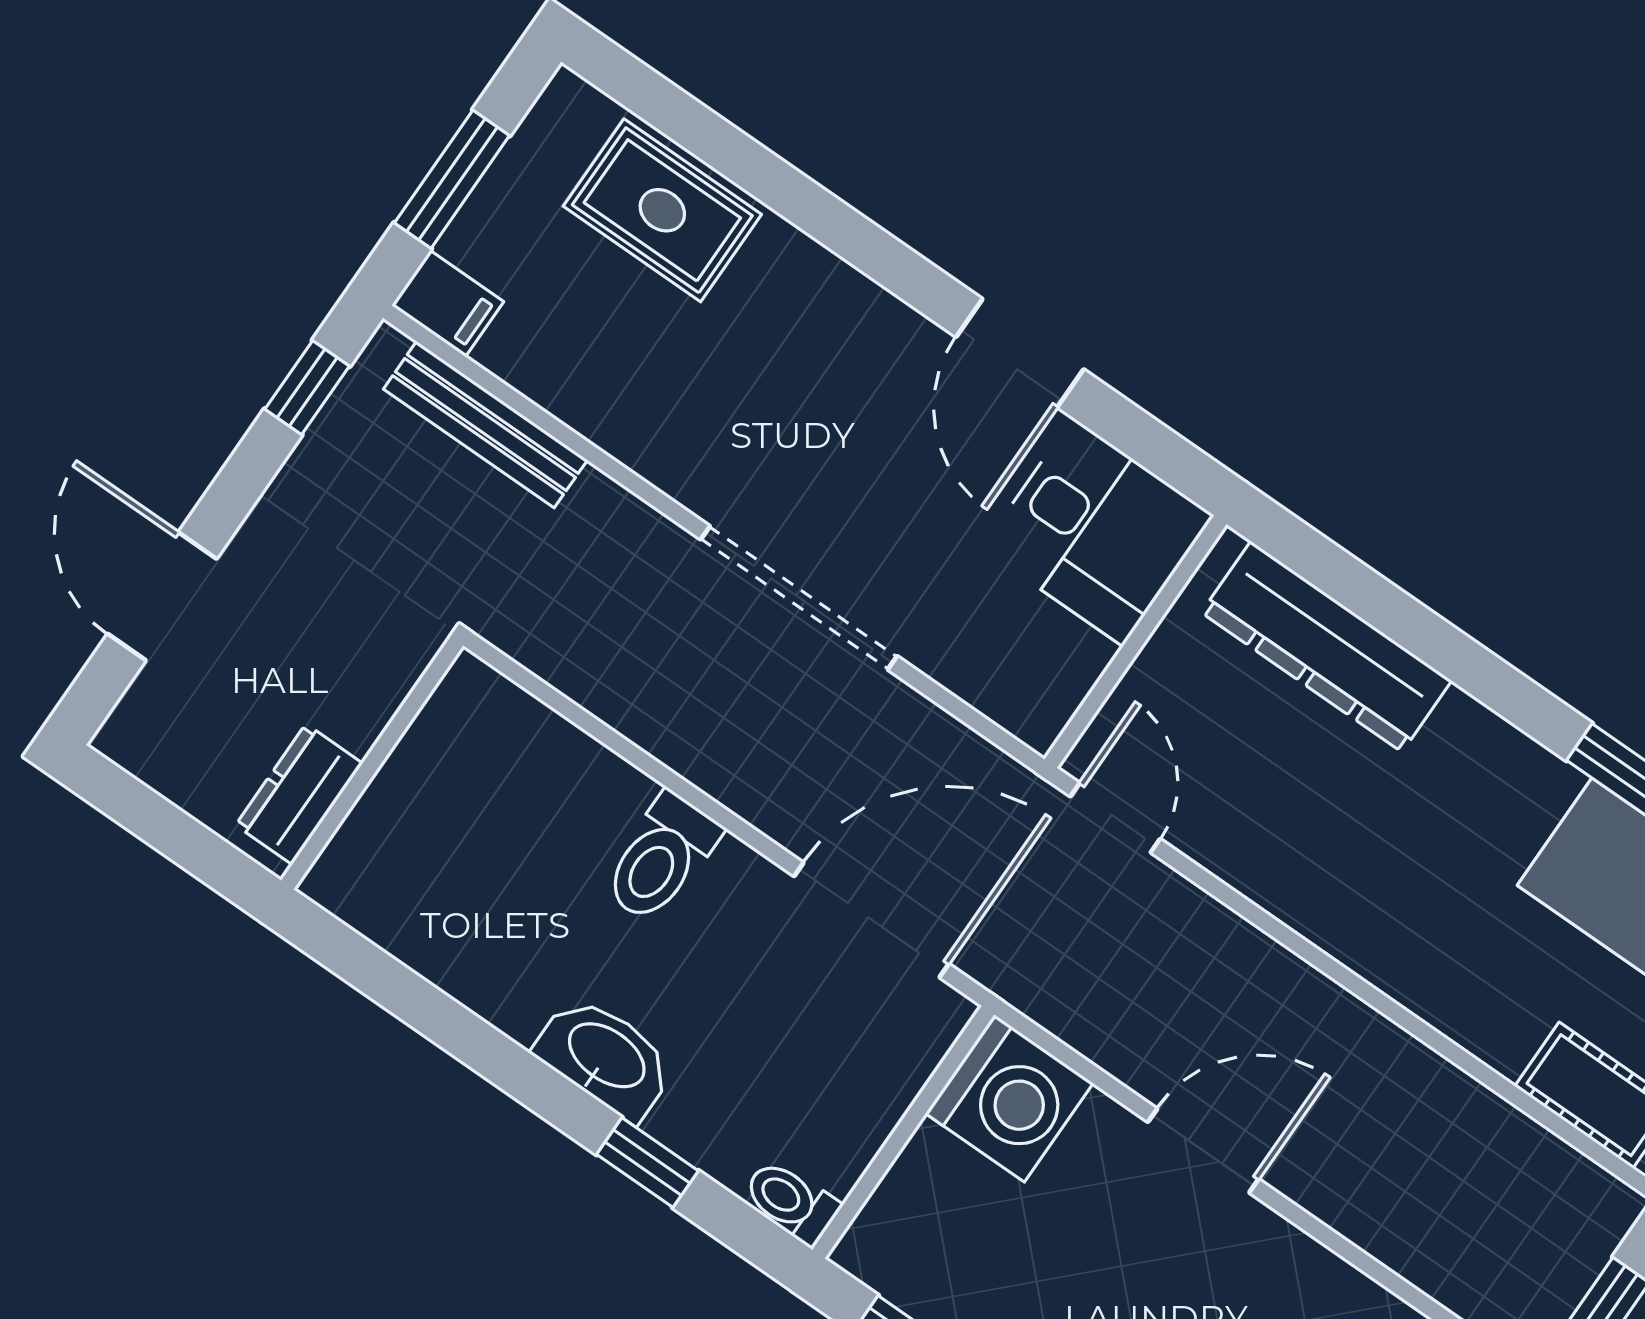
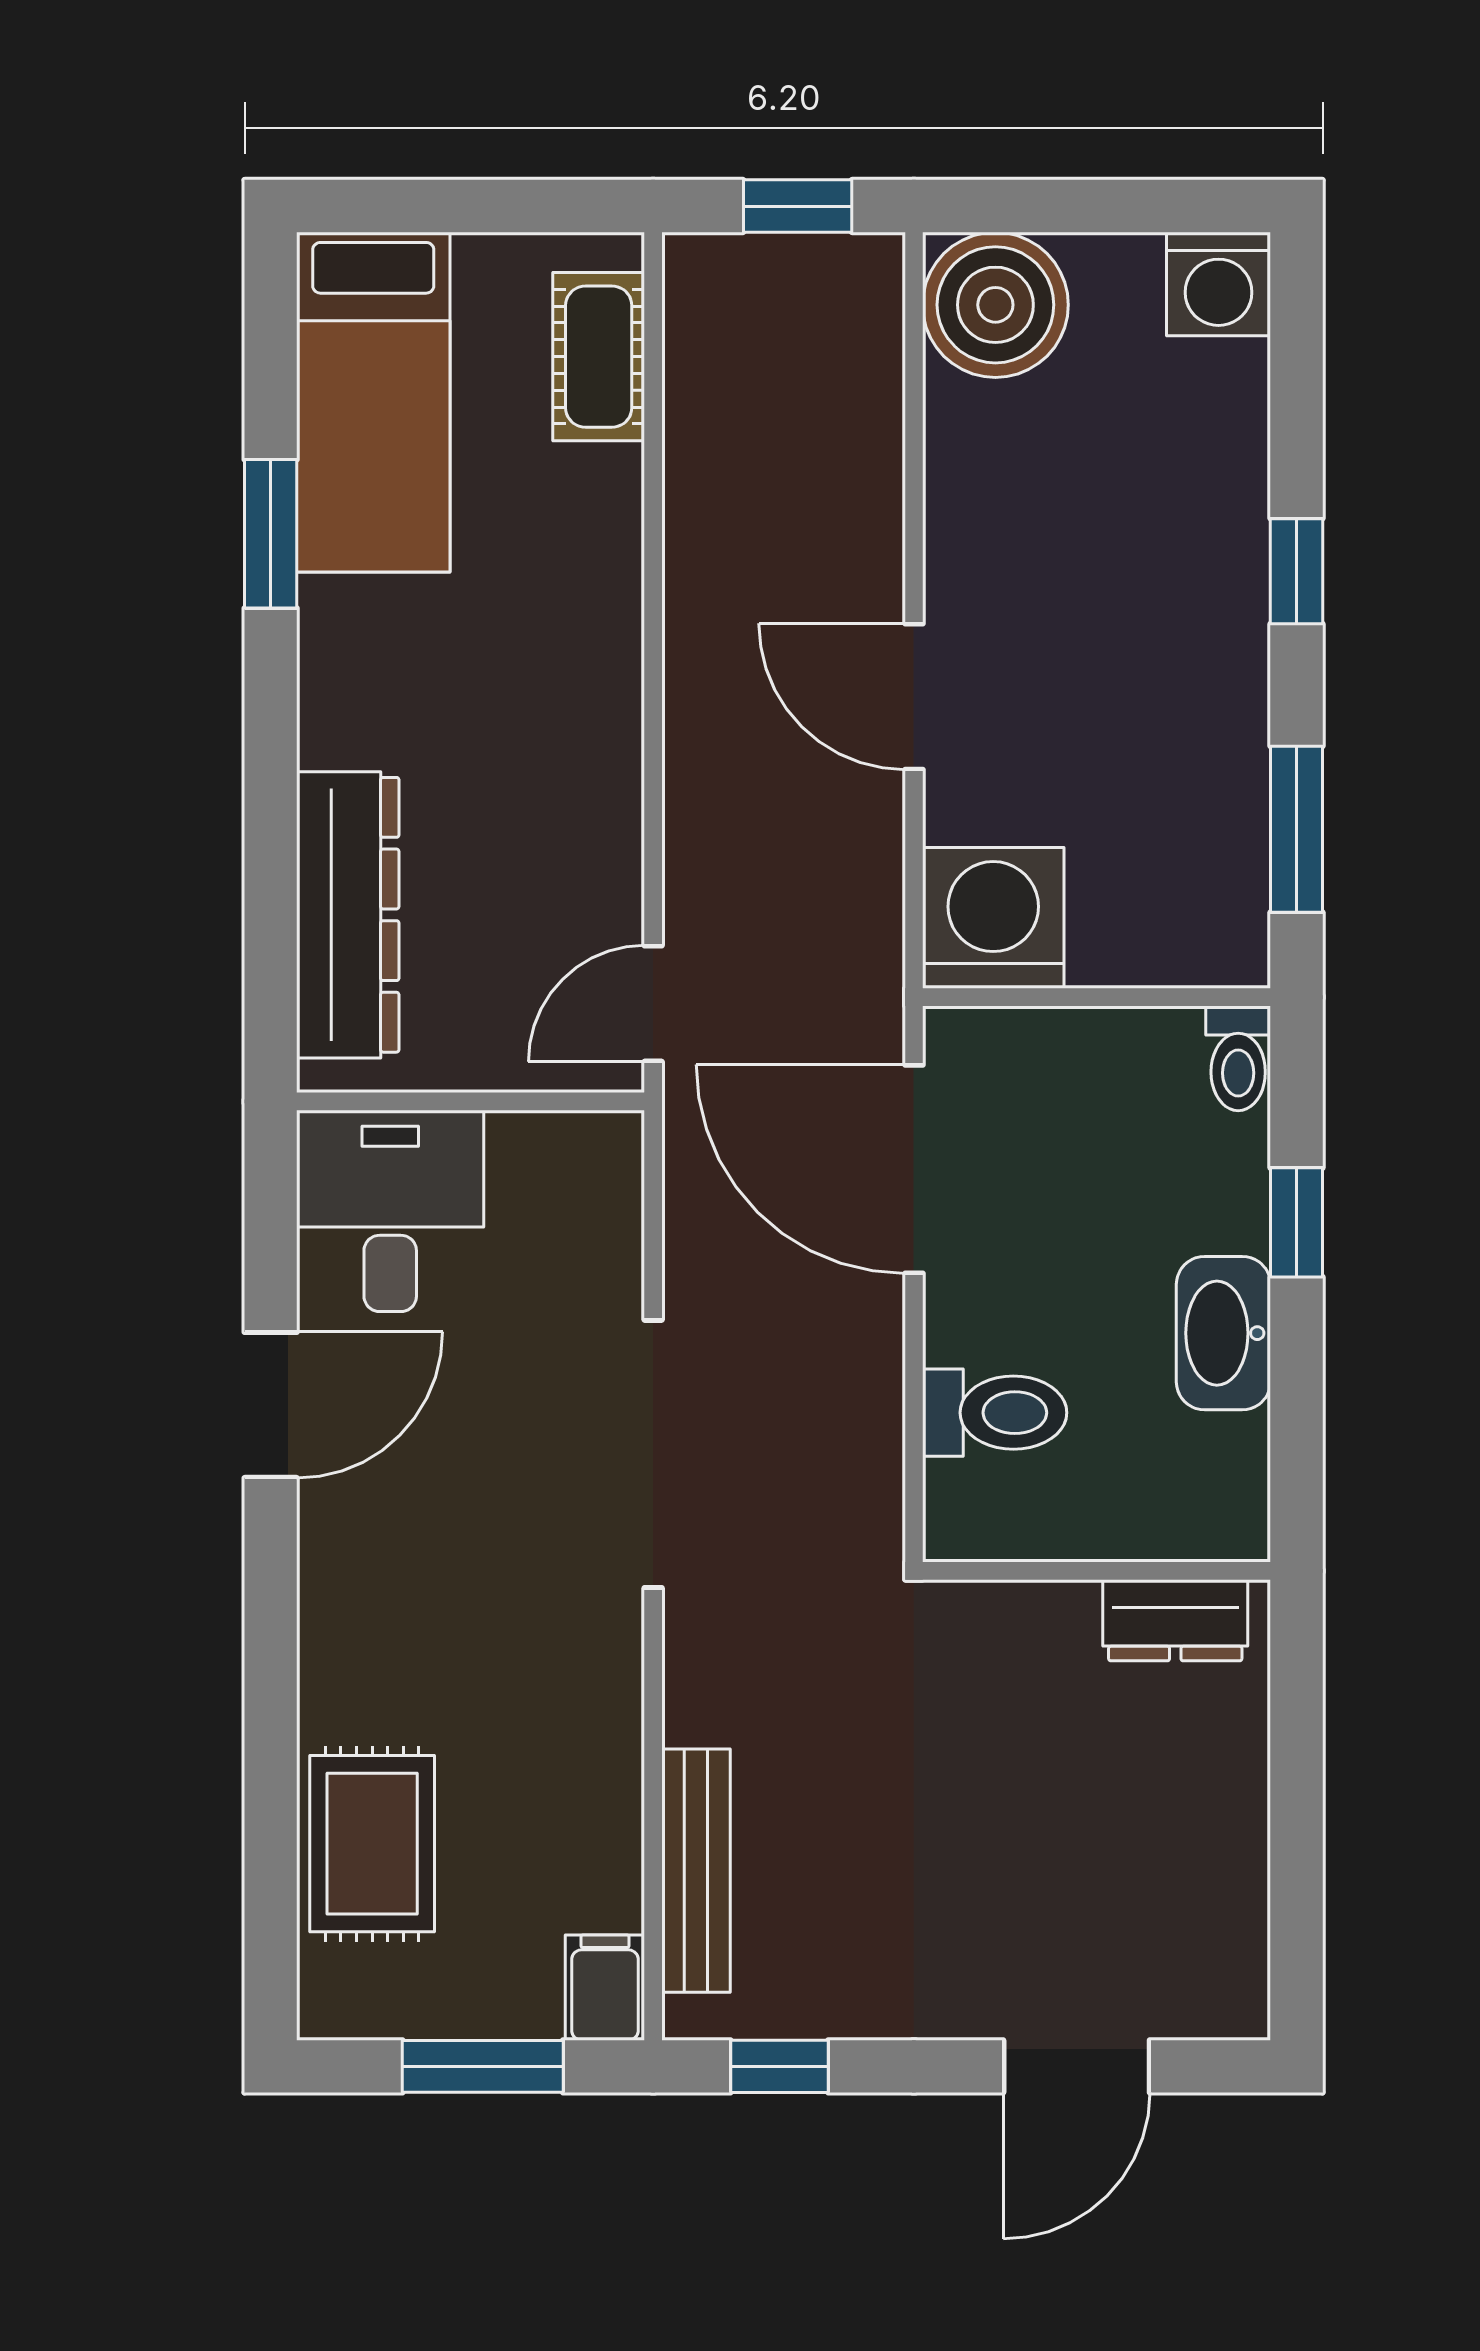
wall: (372, 763) -> (1097, 1571), moved
dresser: (299, 794) -> (1175, 1620), moved

